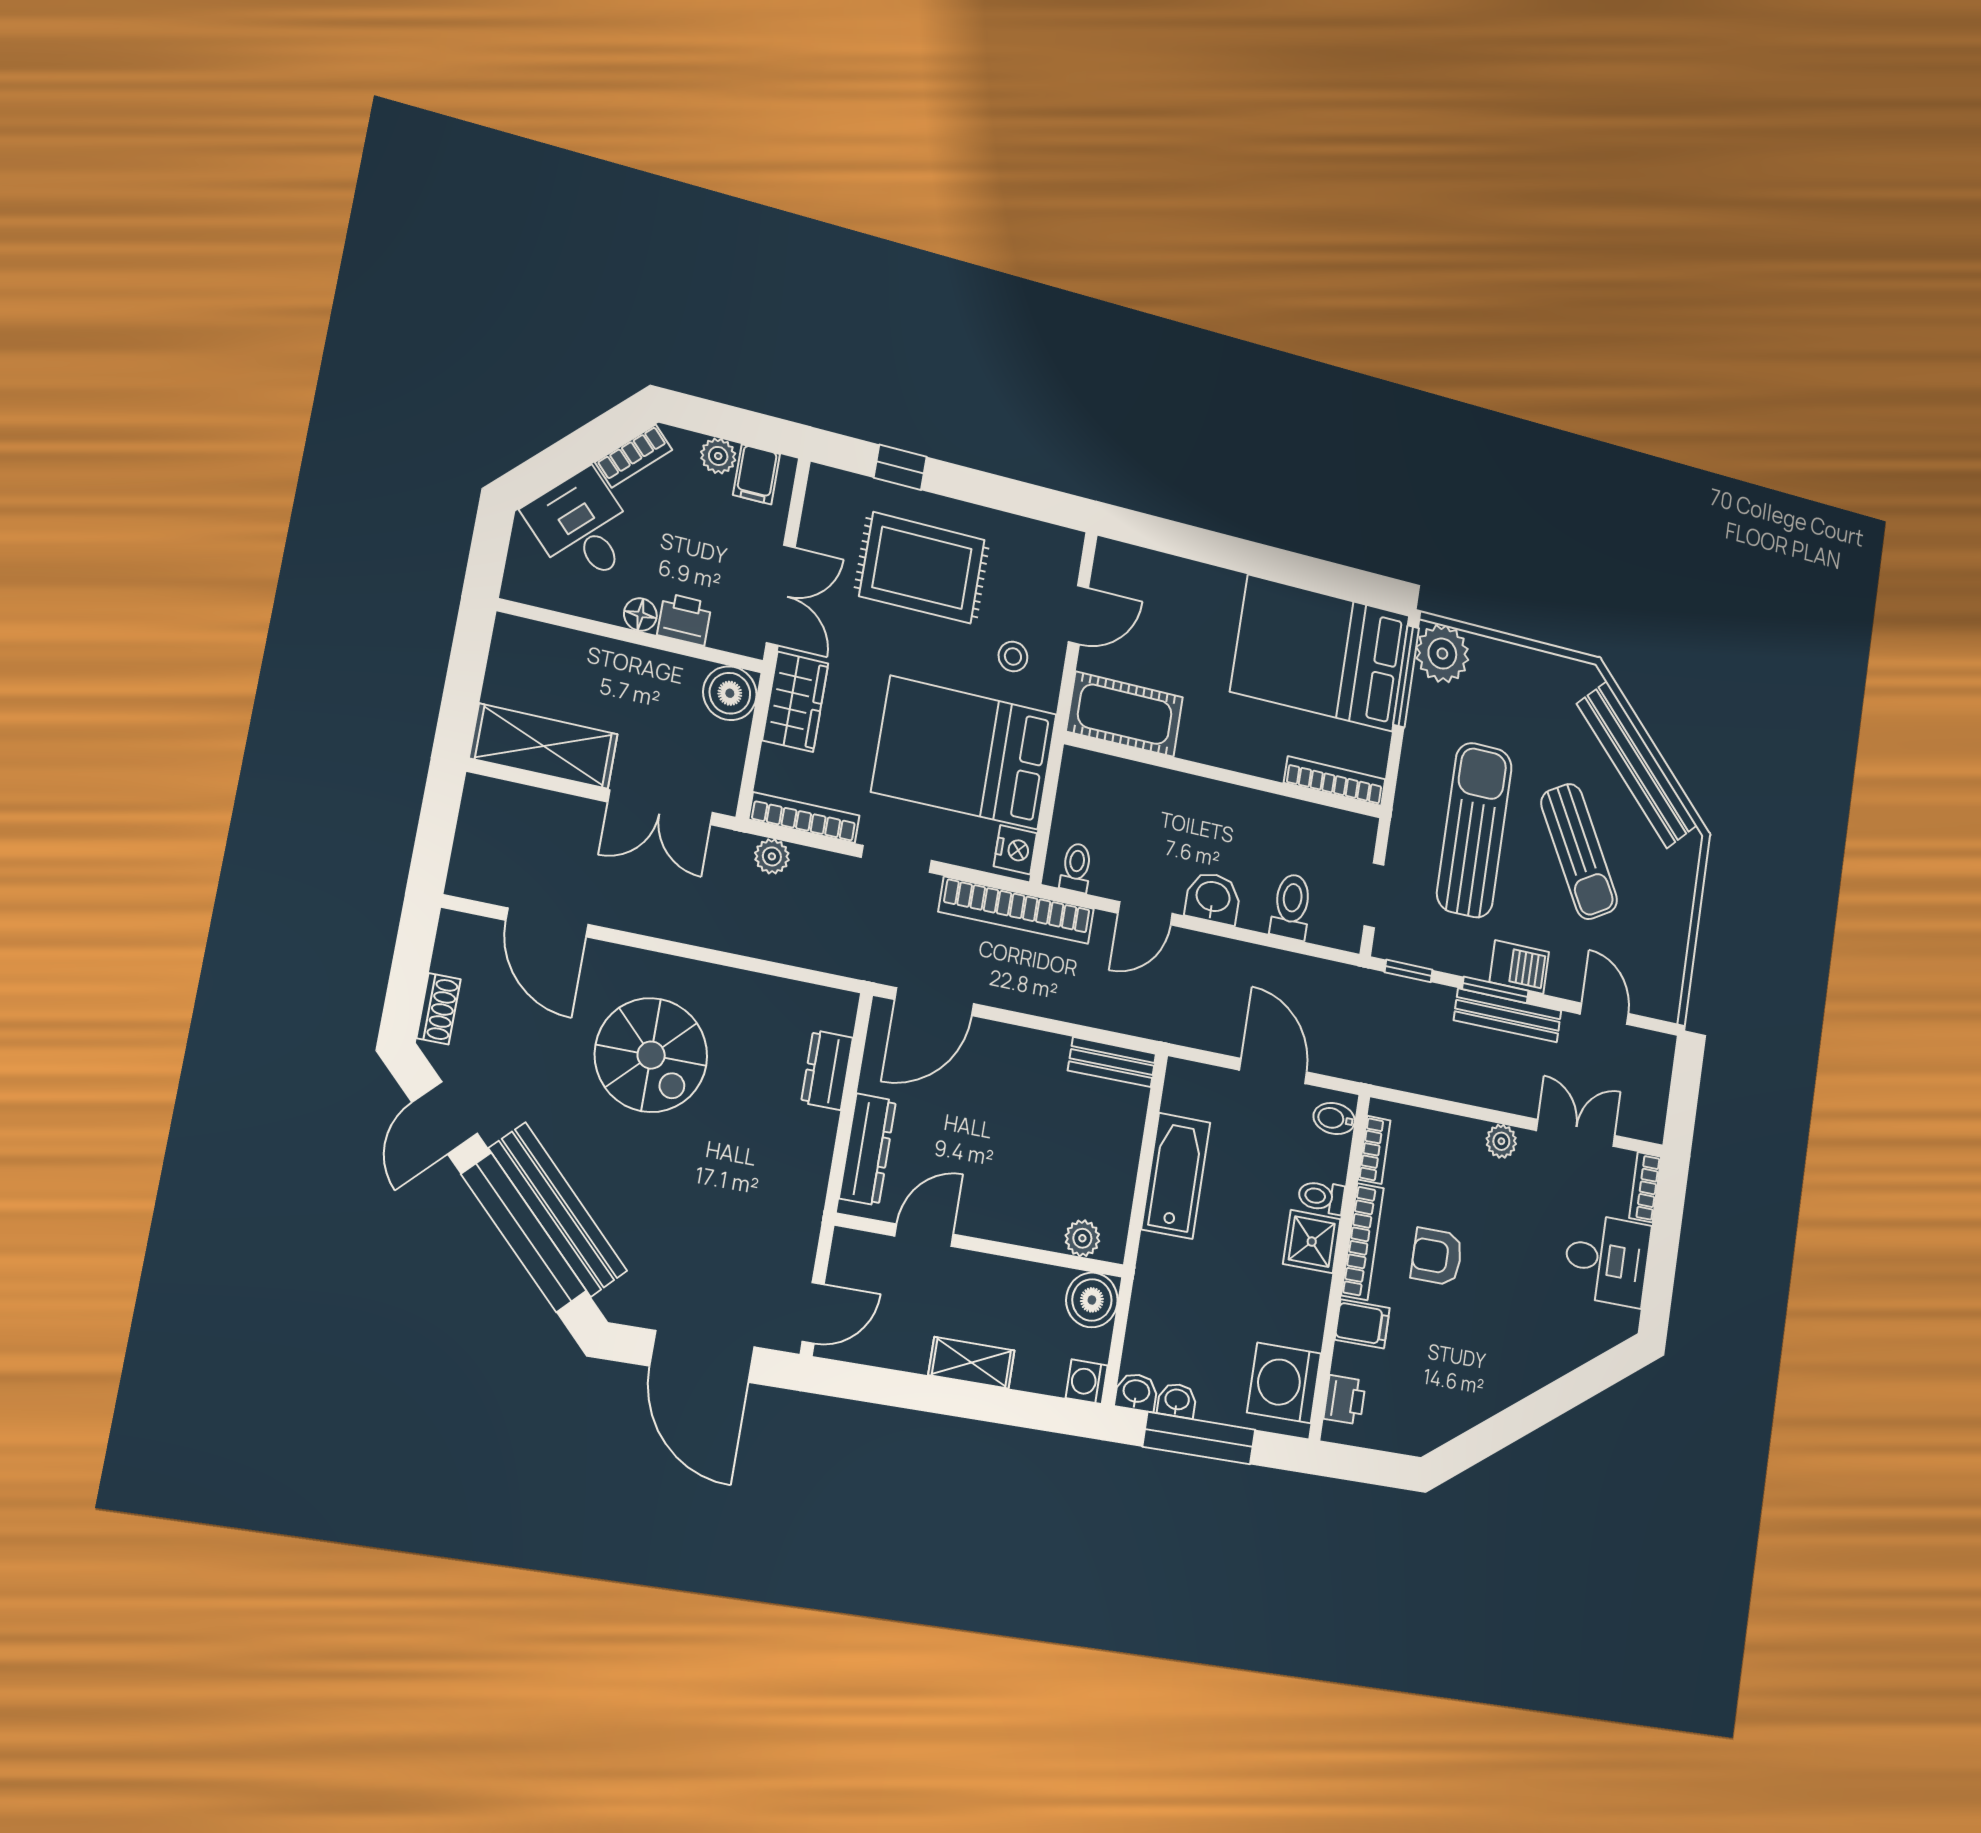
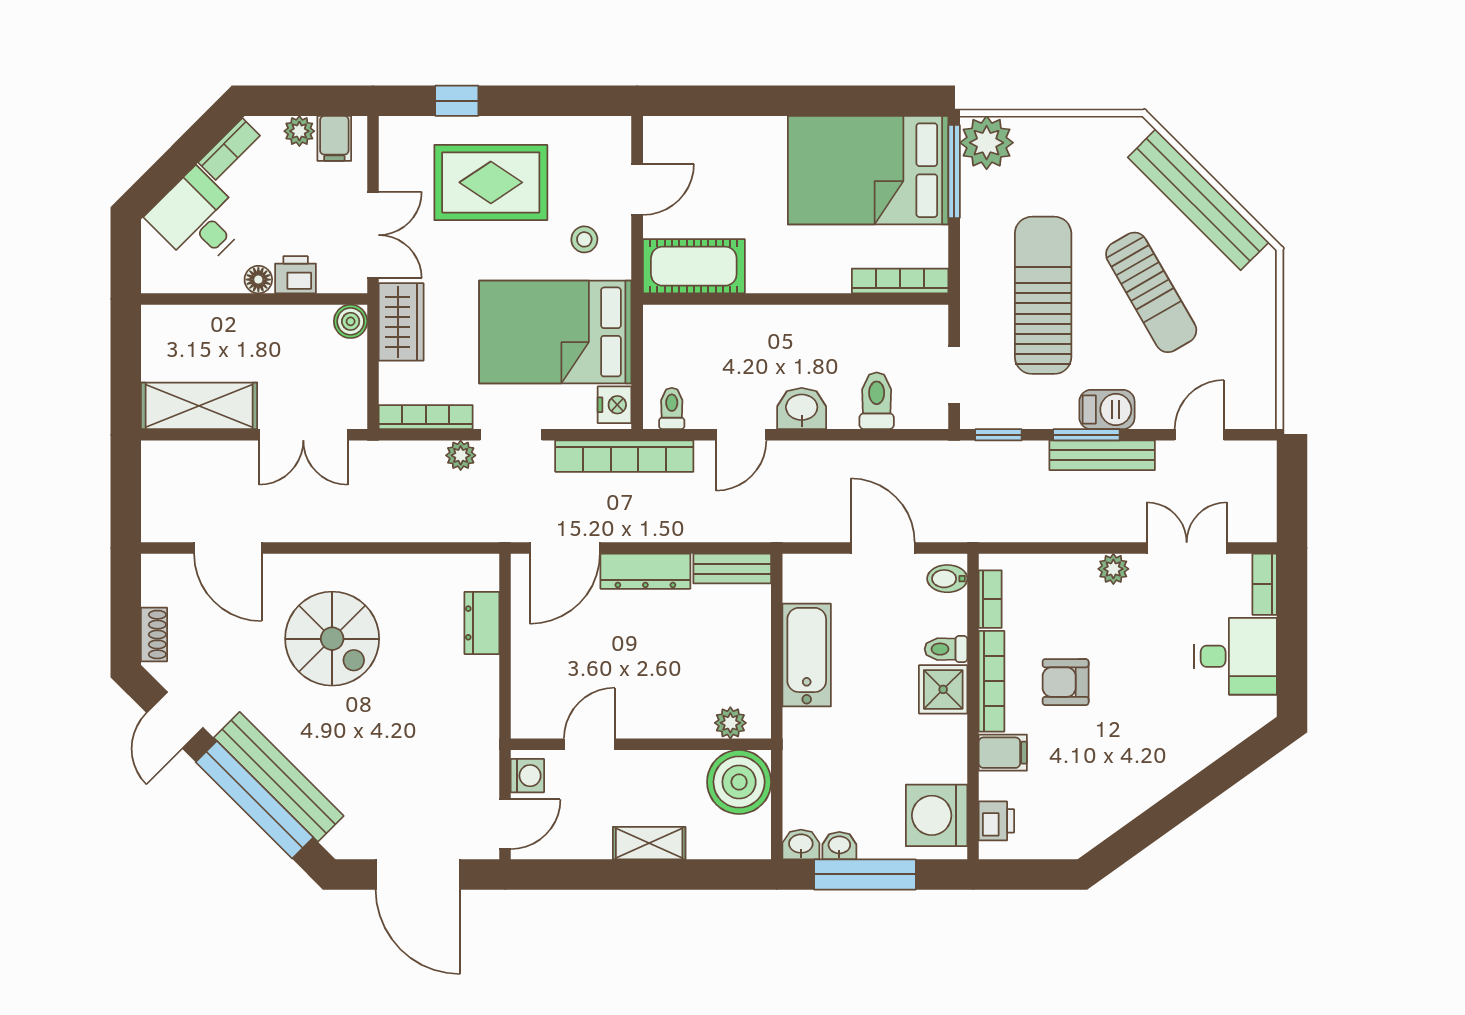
boiler: (730, 693) -> (351, 321), width x0.73, depth x0.73
plant: (772, 856) -> (461, 455), moved
door: (1604, 1014) -> (1199, 435), hinge flipped
dresser: (868, 1150) -> (645, 571), moved, turned 90
boiler: (1092, 1300) -> (739, 782), width x1.37, depth x1.37
washing machine: (1087, 1382) -> (527, 776), moved, turned 180

